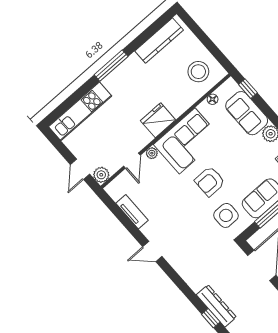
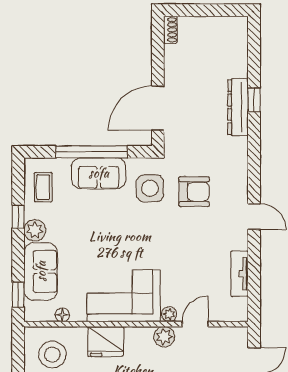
fridge: (158, 120) -> (106, 341), moved
plant: (101, 175) -> (164, 337), moved
armchair: (210, 181) -> (194, 192), moved

